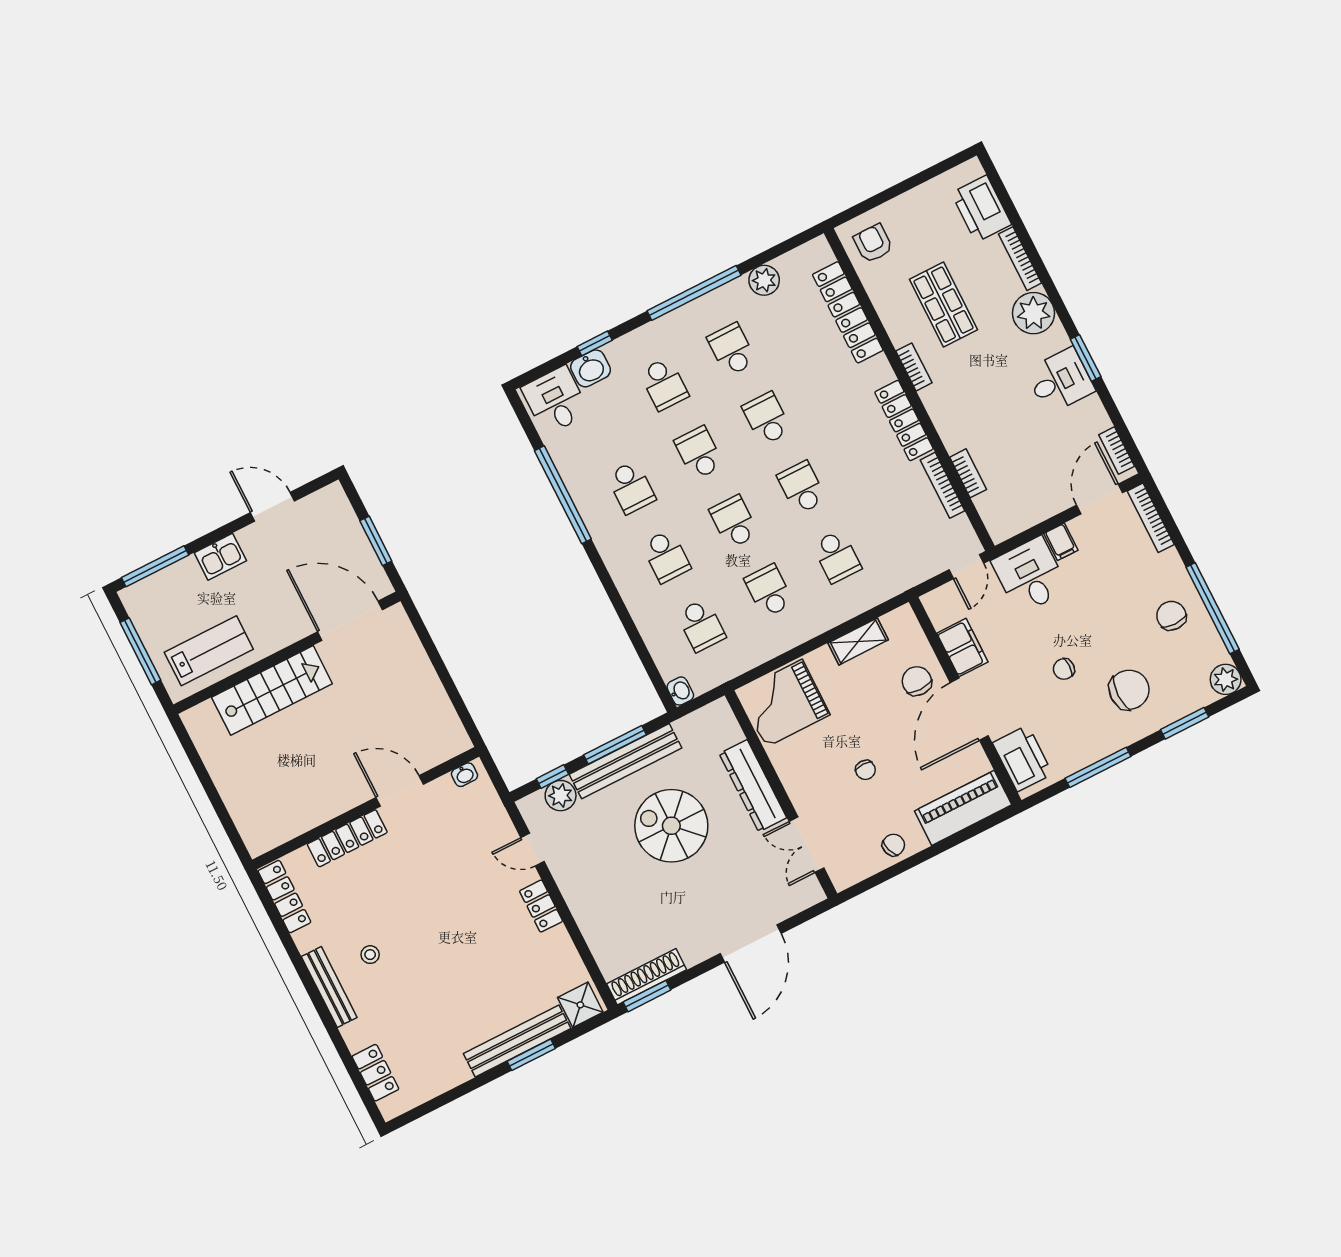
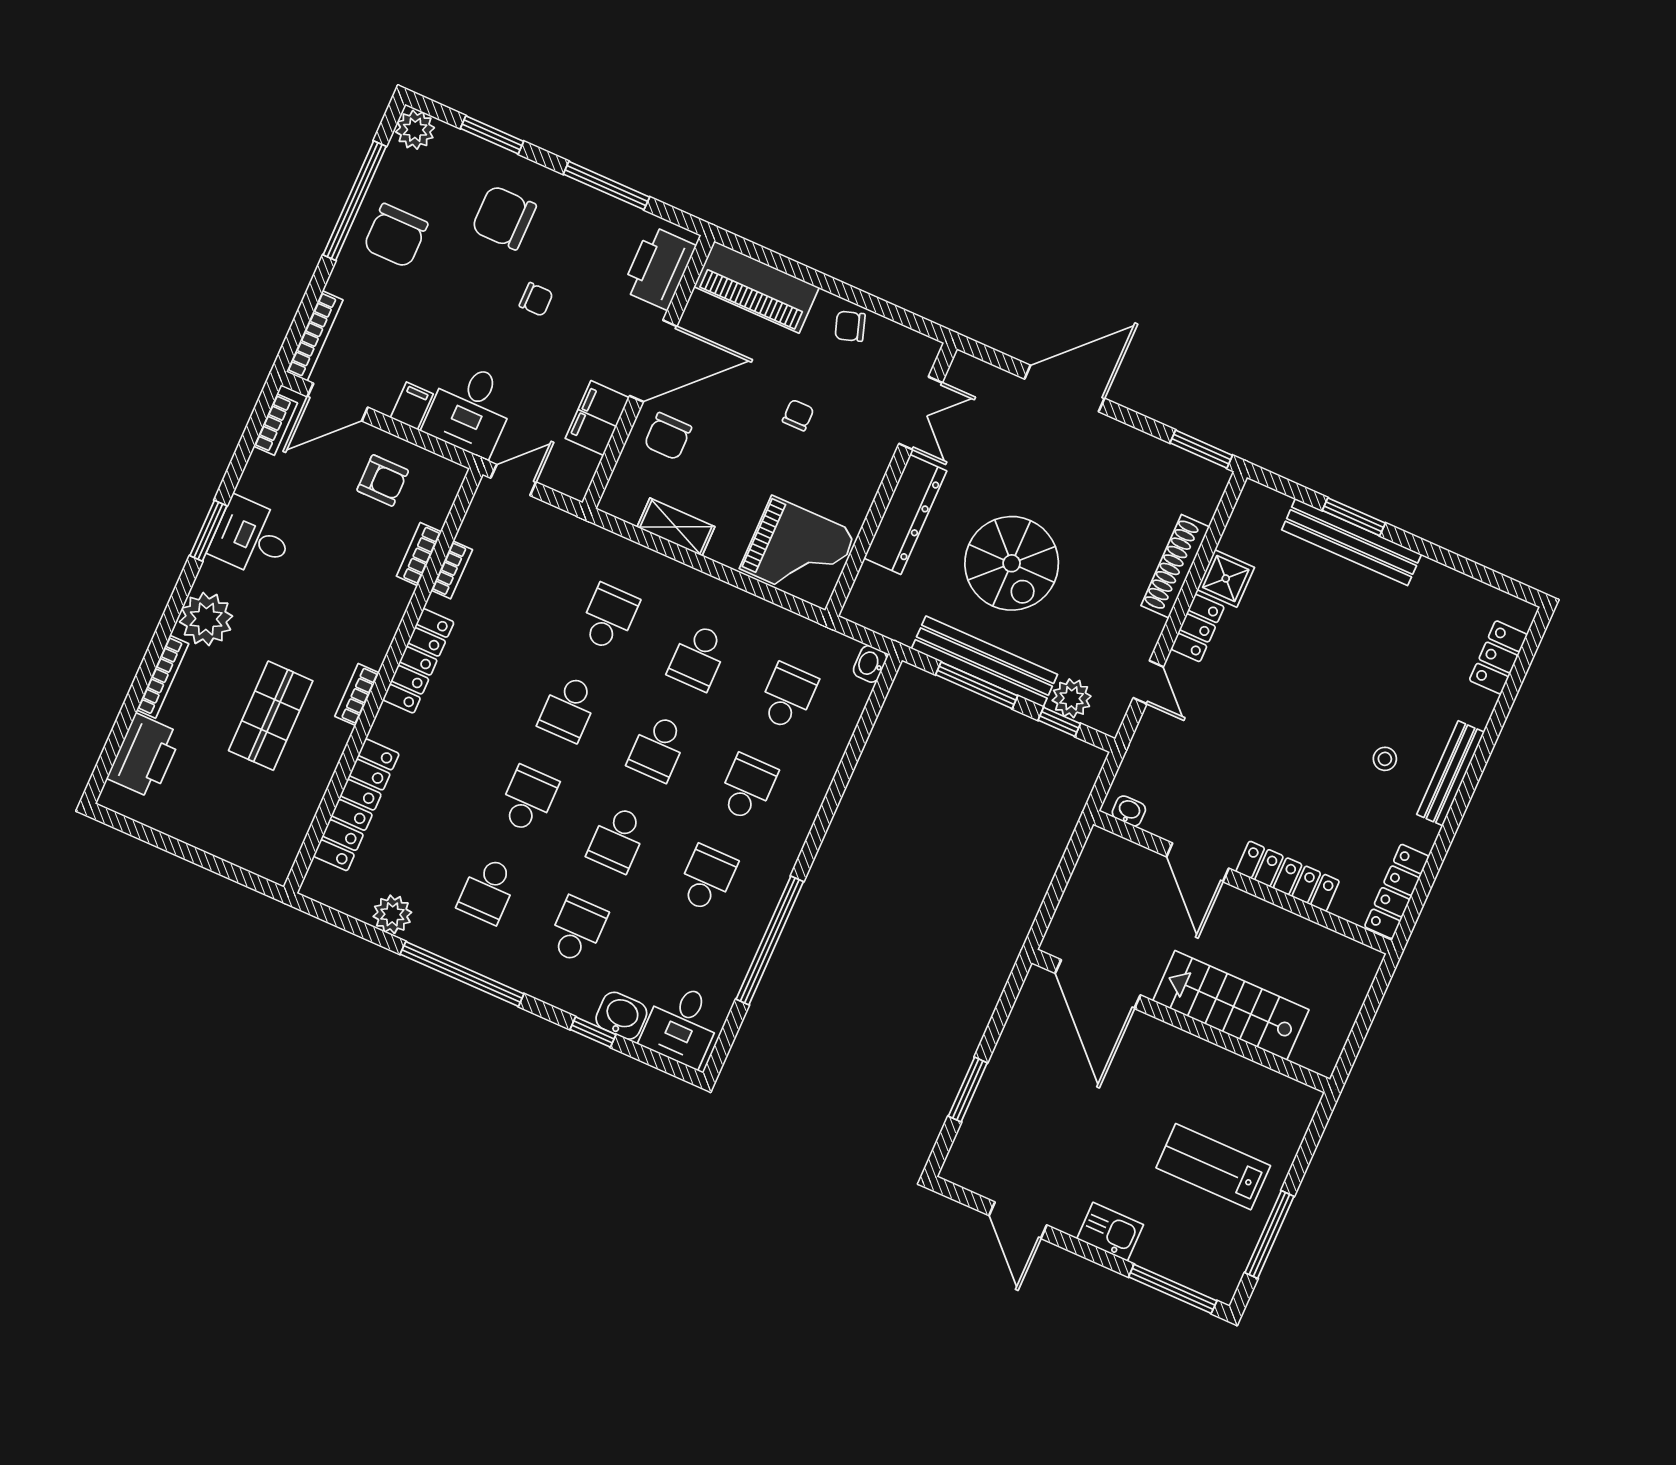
armchair: (873, 243) -> (383, 480), moved, turned -90
school desk: (767, 419) -> (528, 799), turned 180
bookcase: (942, 485) -> (452, 570), width x0.64
chair: (1171, 616) -> (396, 236), width x1.37, depth x1.37
door: (350, 621) -> (1098, 984), moved
wall: (287, 653) -> (1181, 1021), moved
stairs: (272, 690) -> (1231, 1005), moved
shoe rack: (647, 977) -> (1175, 566), moved, turned 90
shower: (580, 1005) -> (1226, 578), moved

